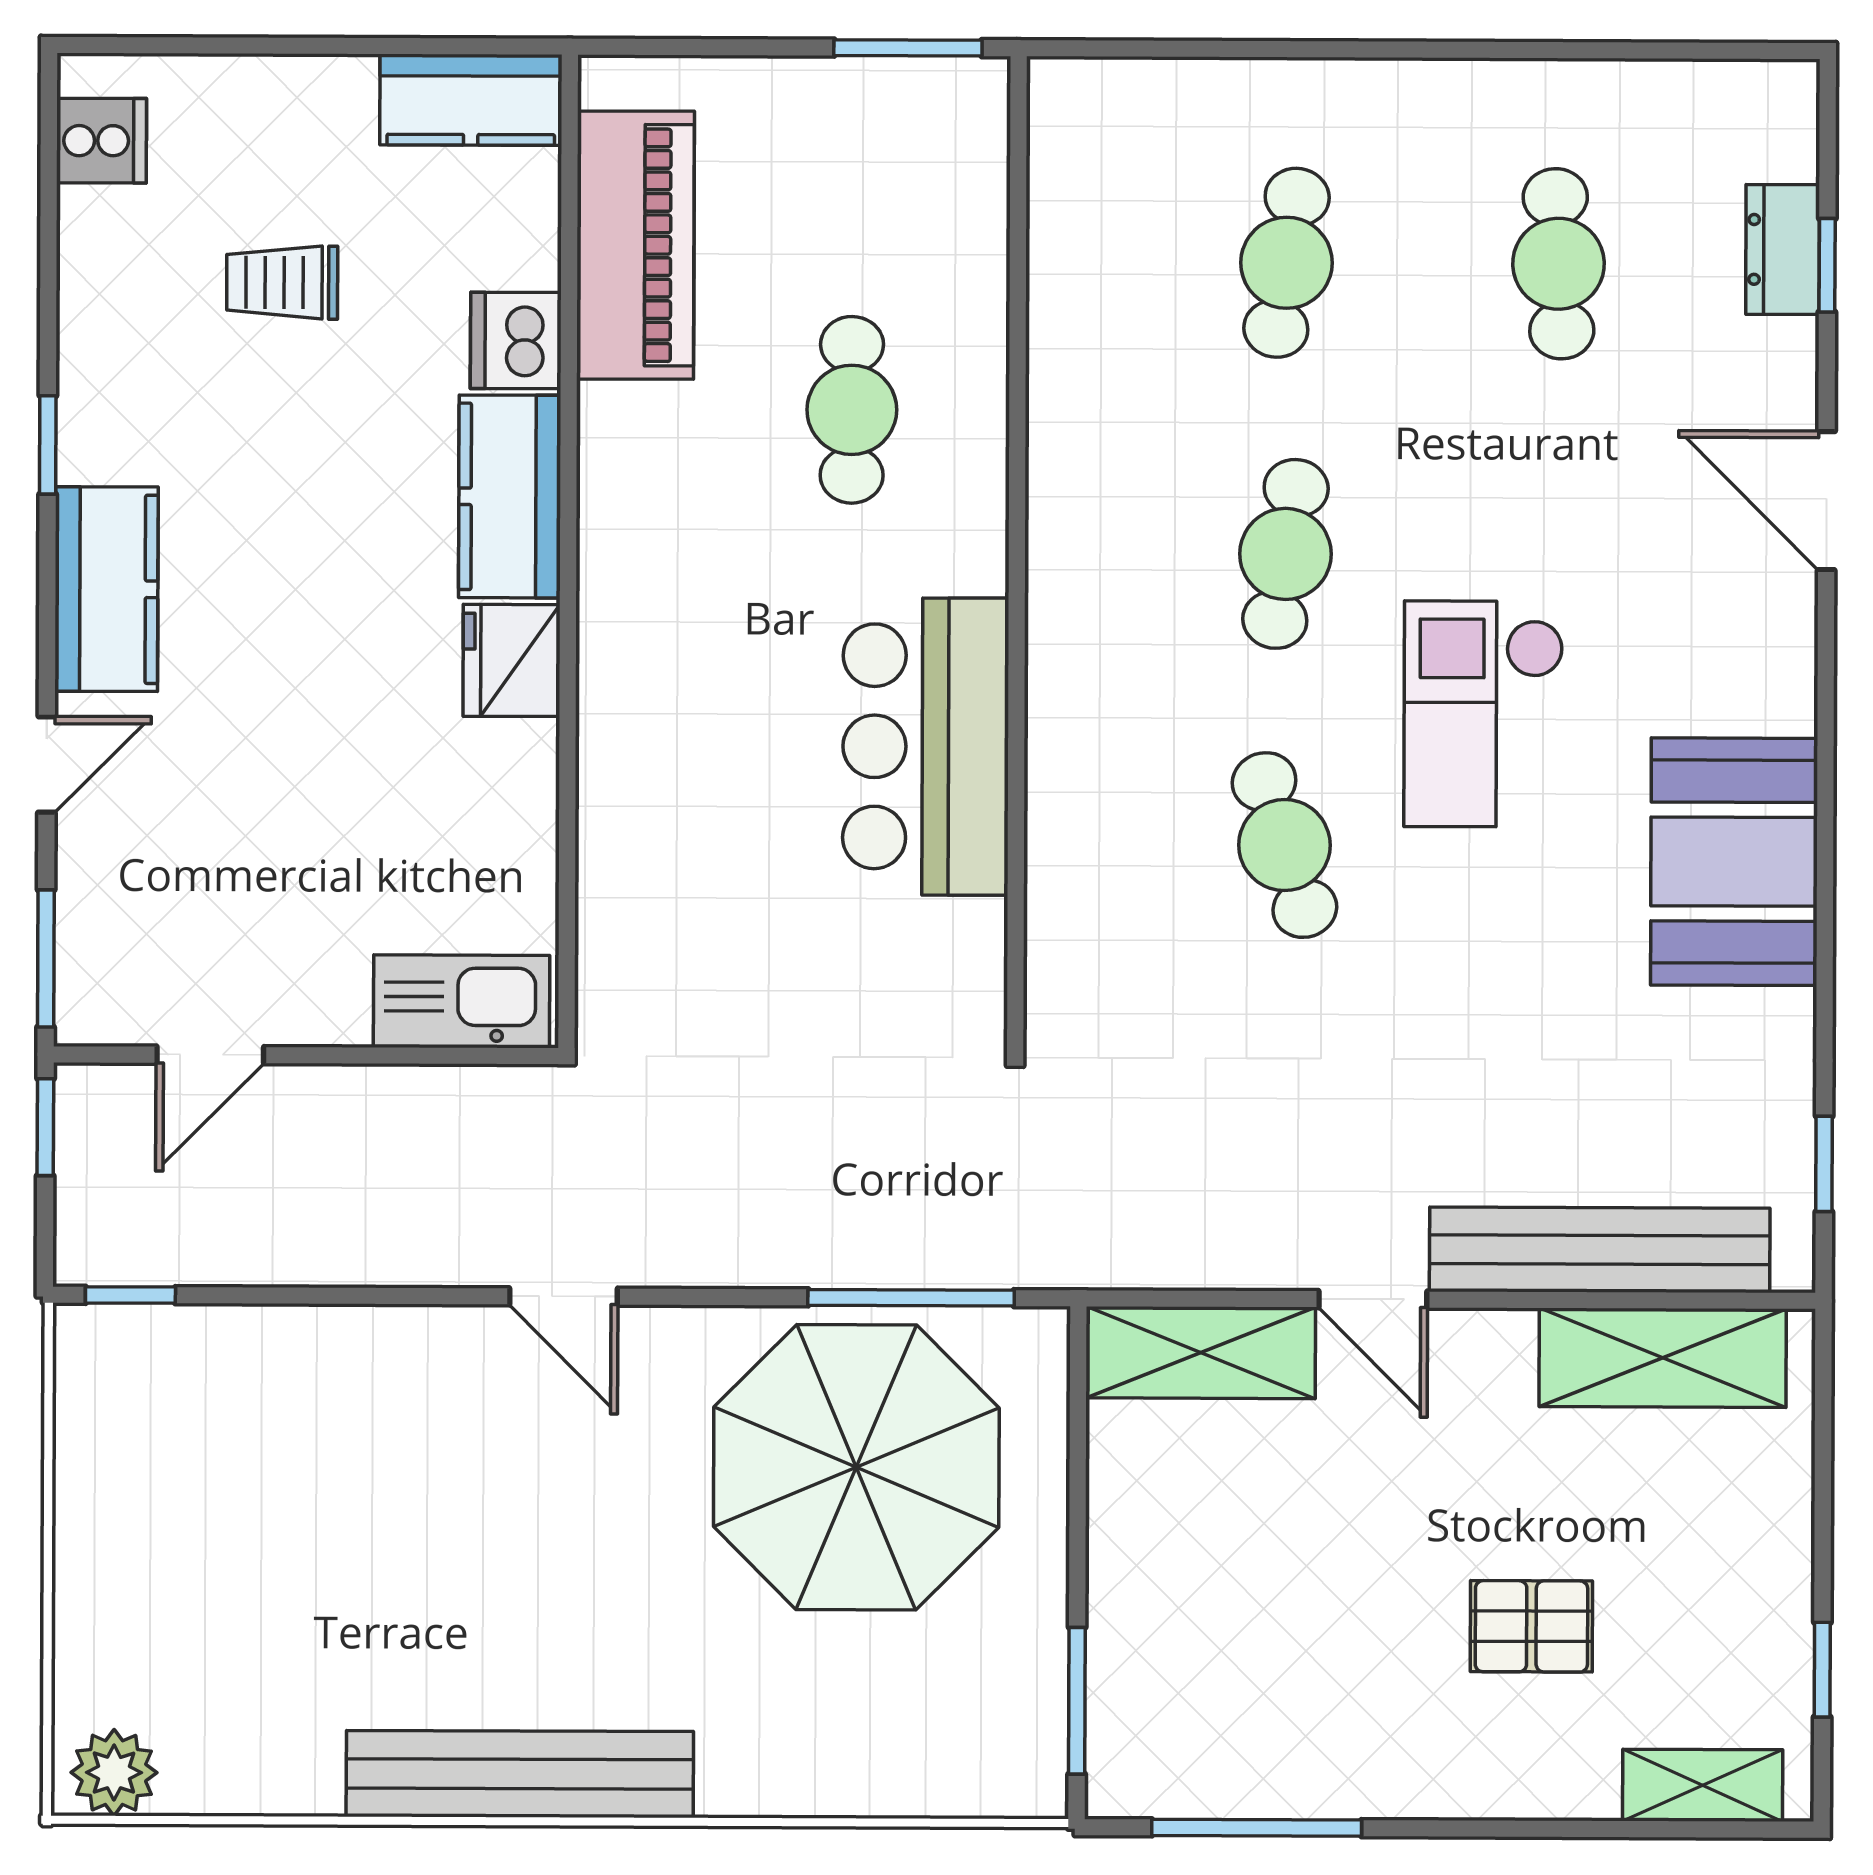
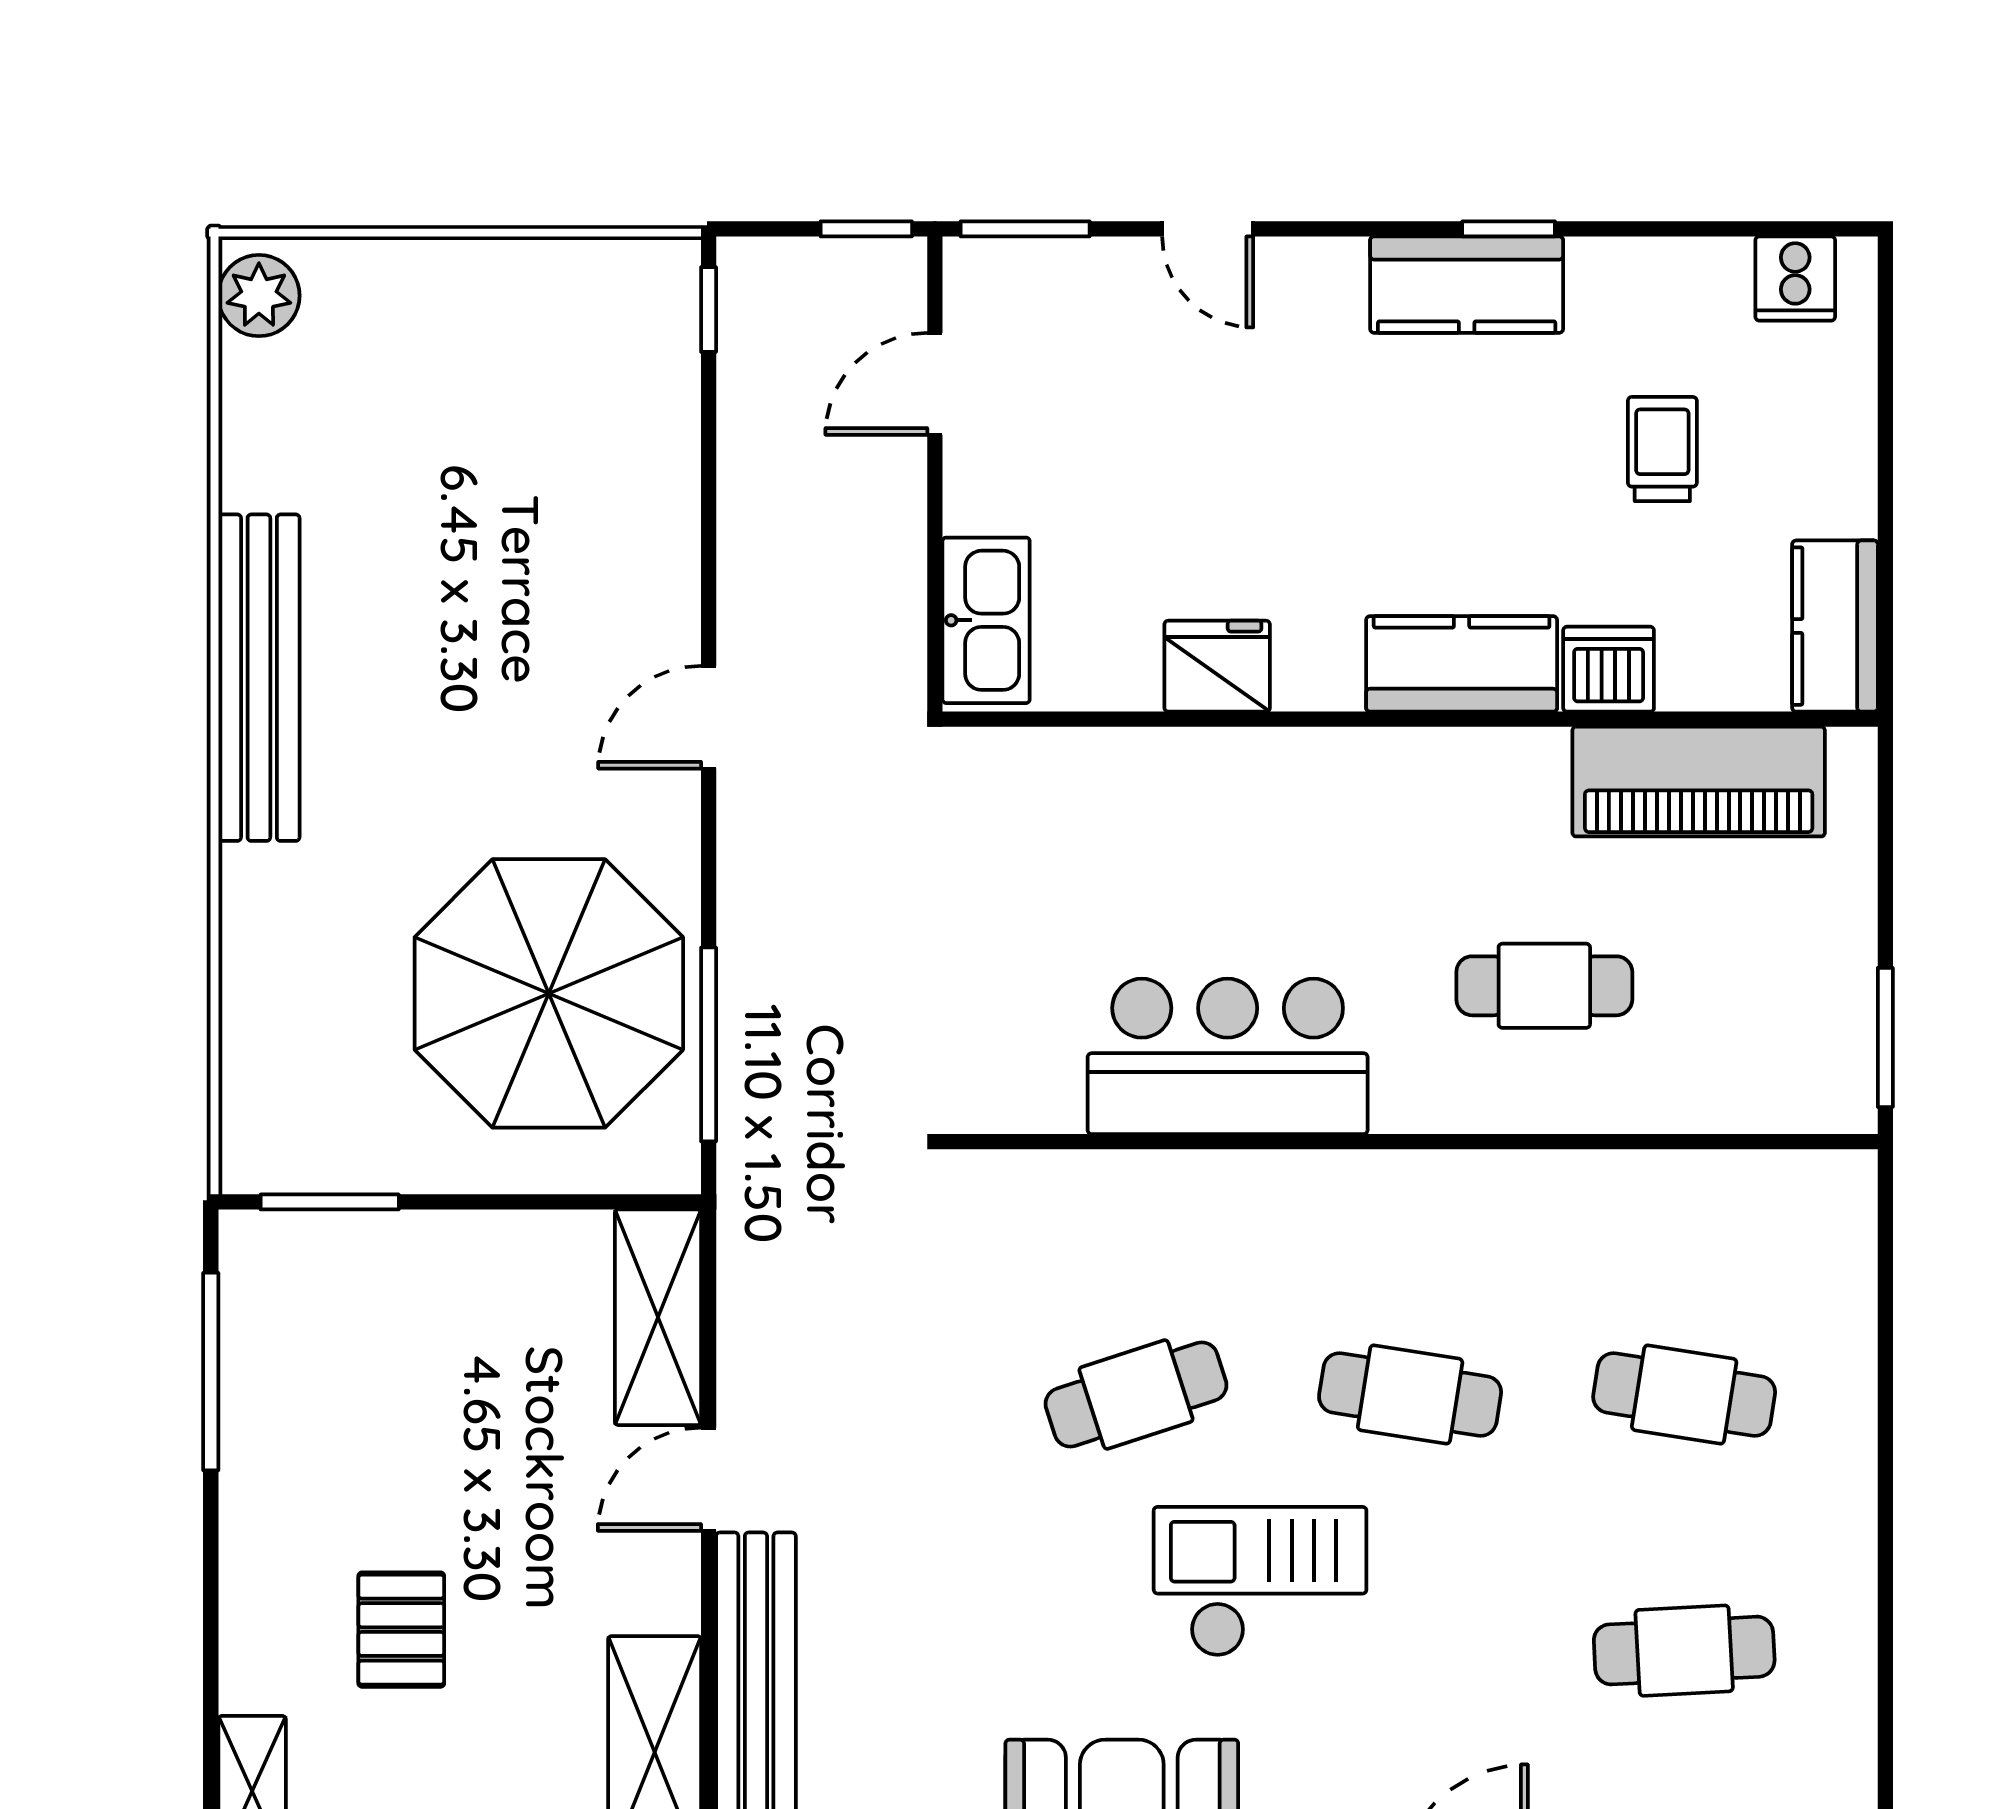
kitchen counter: (106, 589) -> (1467, 285), moved
fridge: (512, 660) -> (1217, 666), moved
door: (210, 1055) -> (935, 384), hinge flipped

